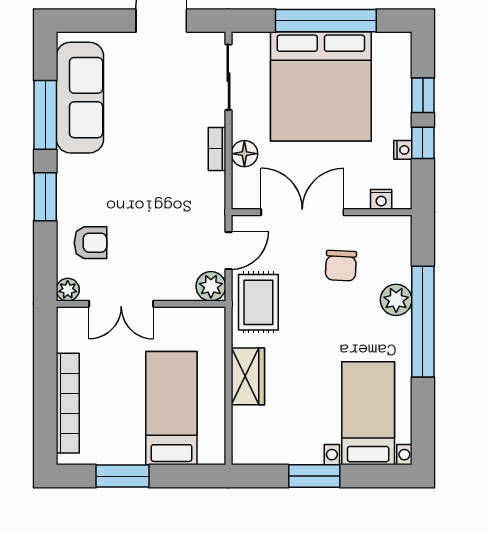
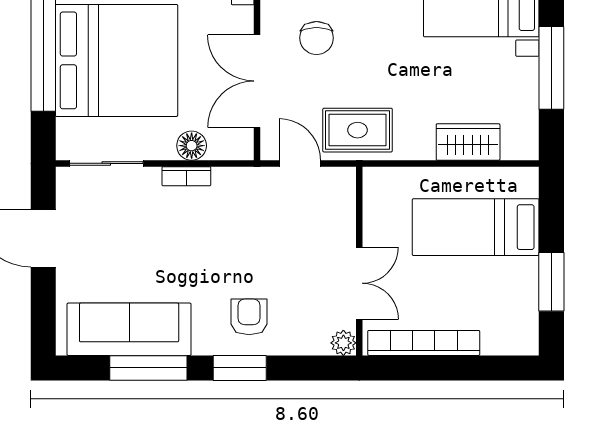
armchair: (90, 243) -> (249, 317), moved
chair: (341, 266) -> (317, 38), turned 87
plant: (211, 286) -> (340, 183), removed
wardrobe: (248, 376) -> (468, 142), moved
bookcase: (68, 403) -> (424, 343), moved
window: (314, 476) -> (551, 68), width x1.44

